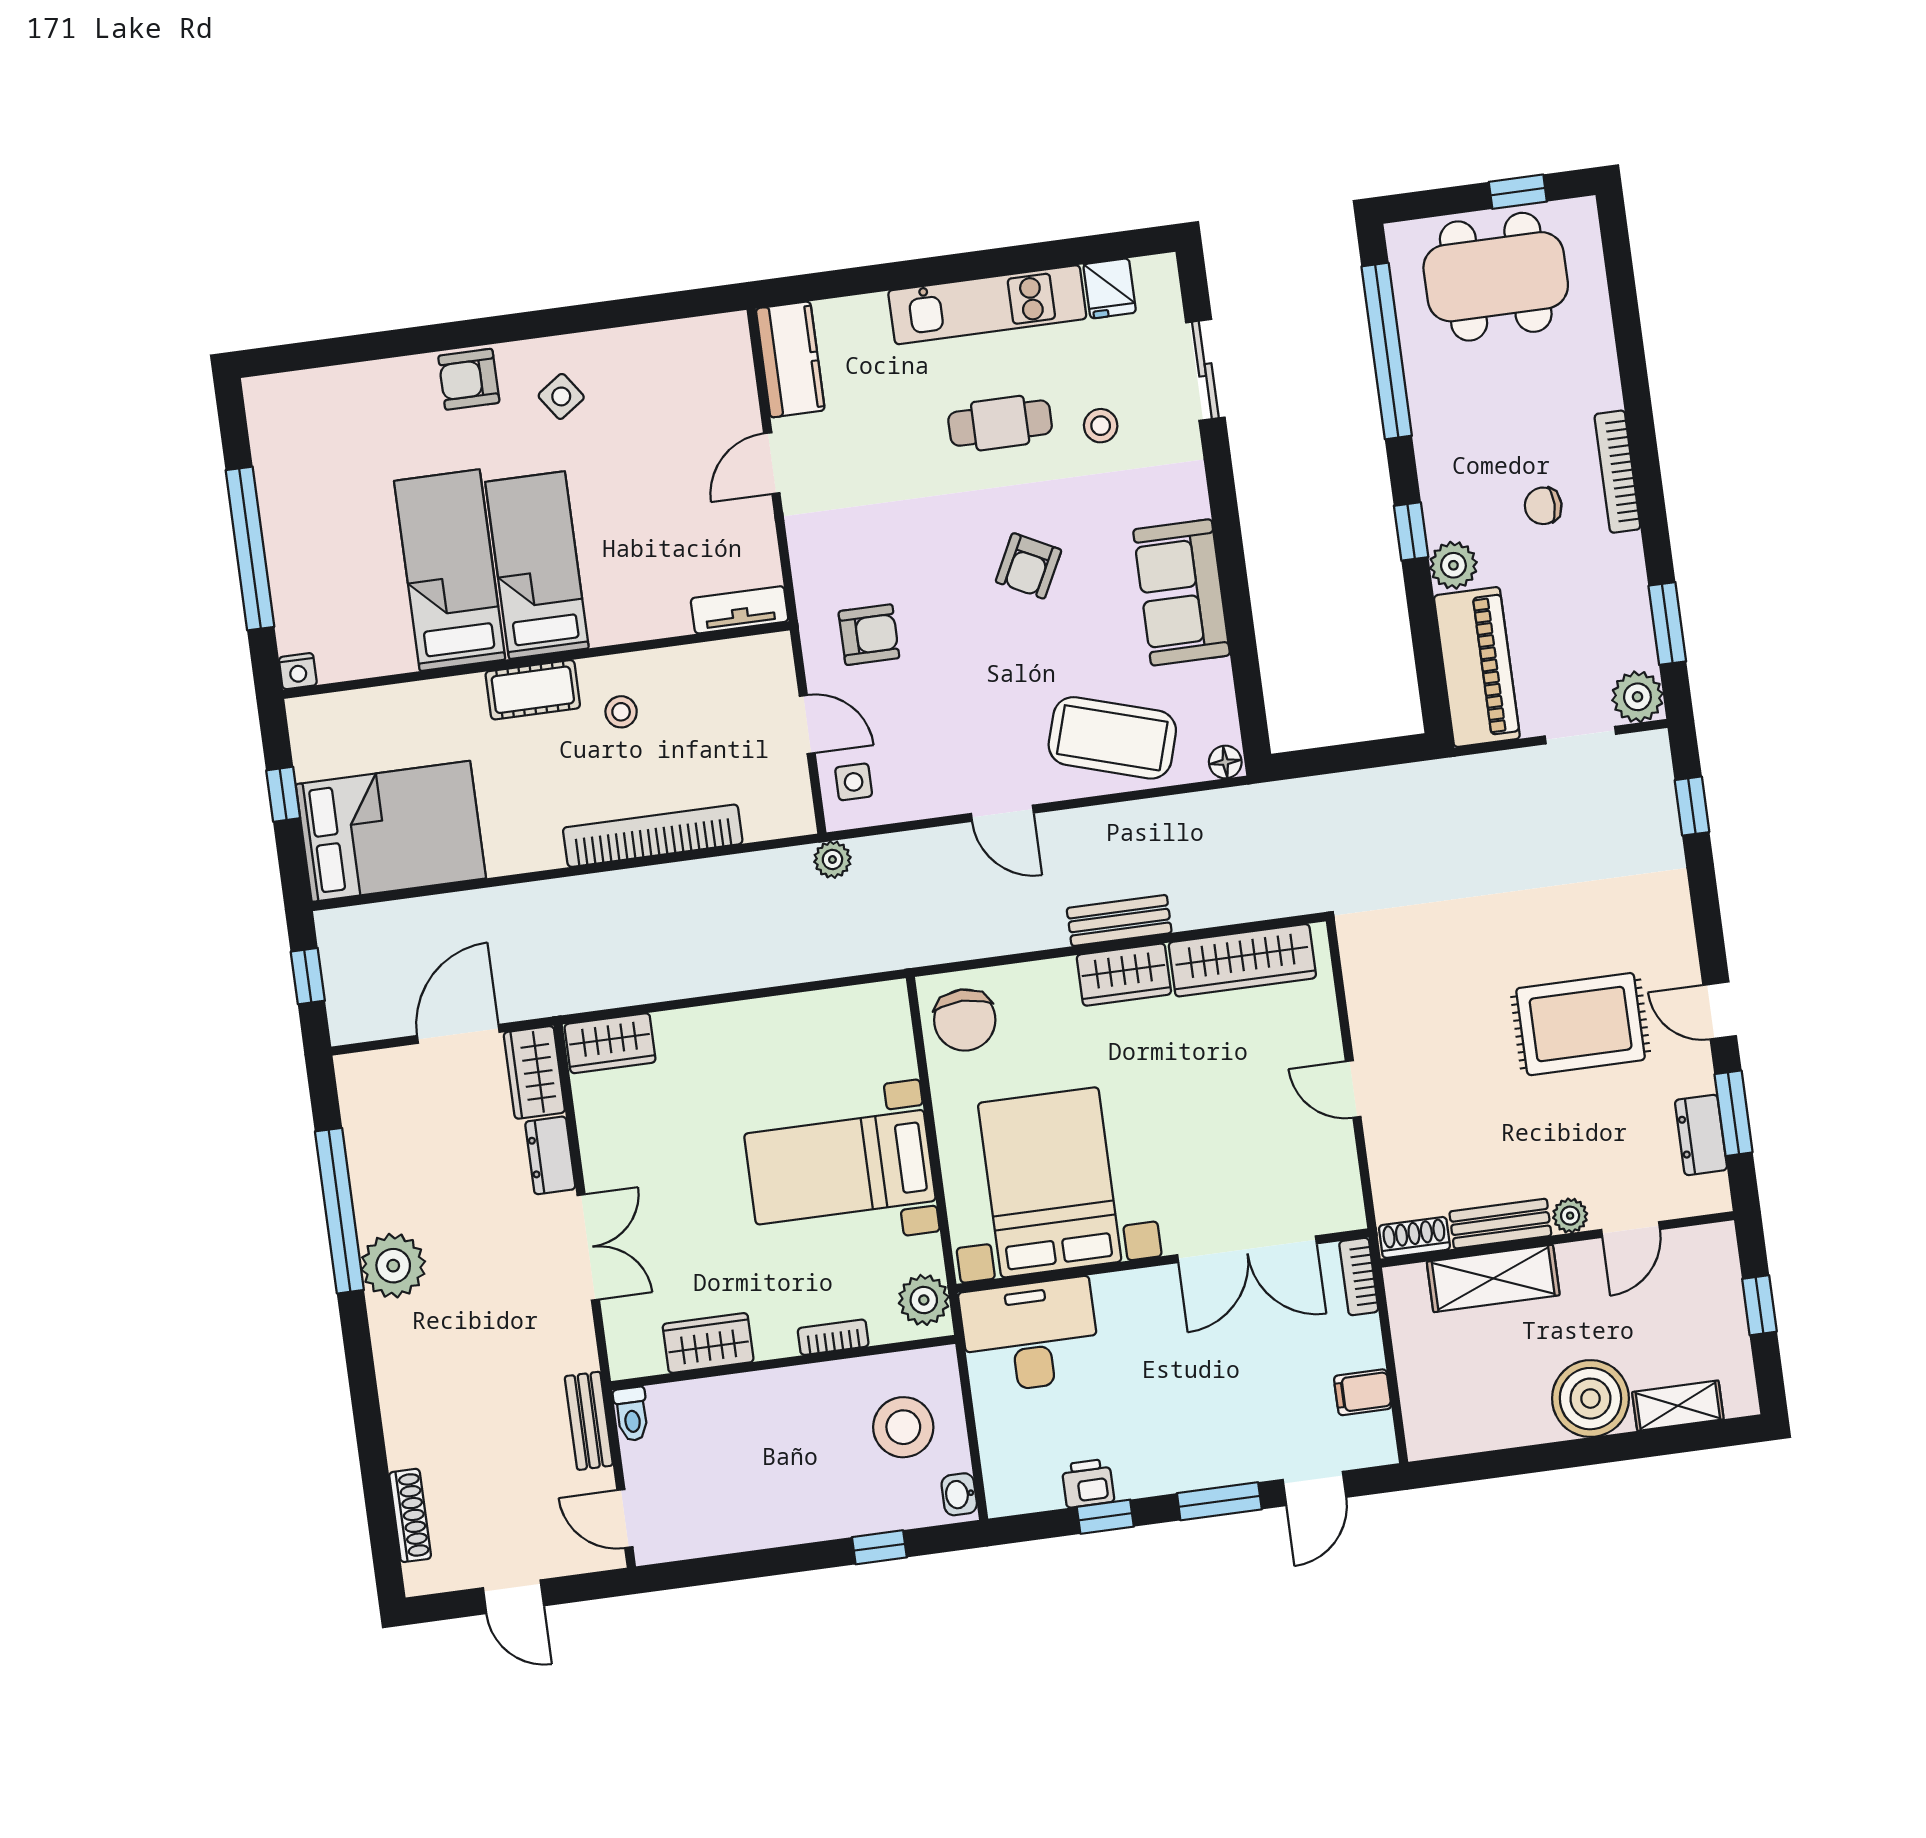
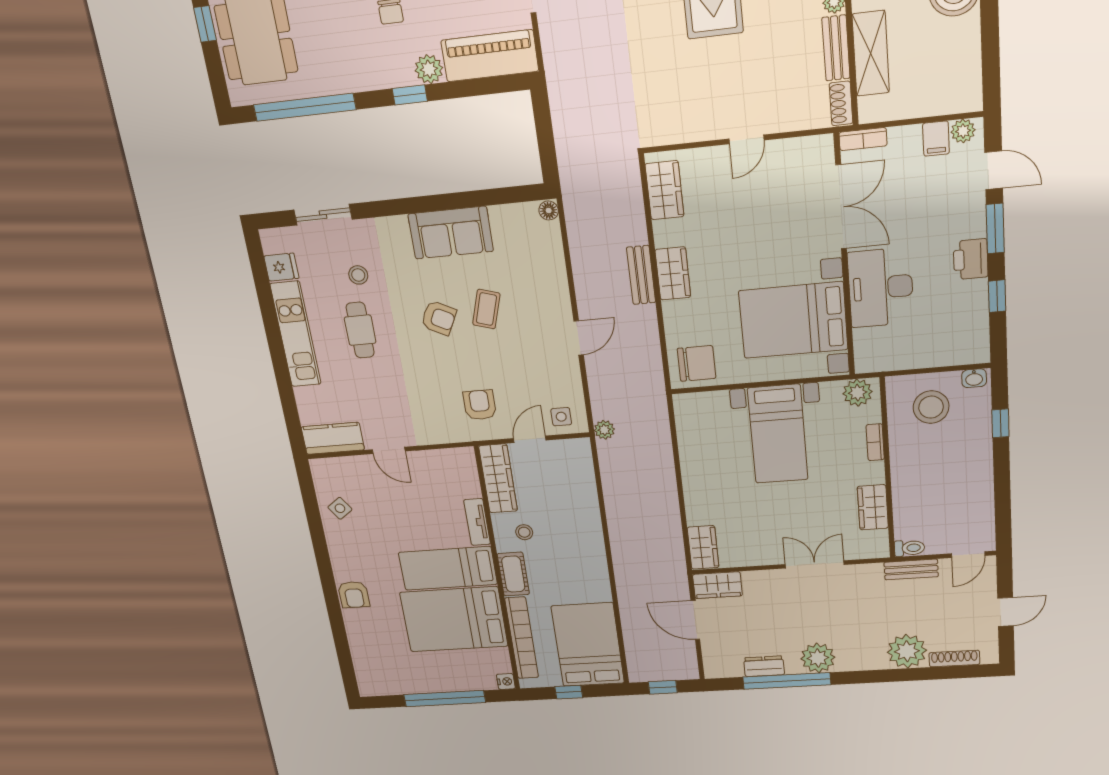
side table: (561, 396) -> (340, 508), moved
bed: (450, 570) -> (454, 619), width x1.50
tv unit: (740, 610) -> (477, 522), moved
wardrobe: (727, 665) -> (498, 479), added
coffee table: (1112, 738) -> (486, 309), moved, width x0.54, depth x0.58
bookcase: (653, 836) -> (522, 638), moved, turned 180
wardrobe: (1242, 960) -> (664, 190), width x0.67
dresser: (550, 1155) -> (764, 666), moved, turned 180
desk: (1030, 1336) -> (881, 288), moved
plant: (419, 1428) -> (907, 651), added
plant: (1376, 1434) -> (963, 131), added
printer: (1088, 1483) -> (971, 259), moved, width x1.36, depth x1.24

